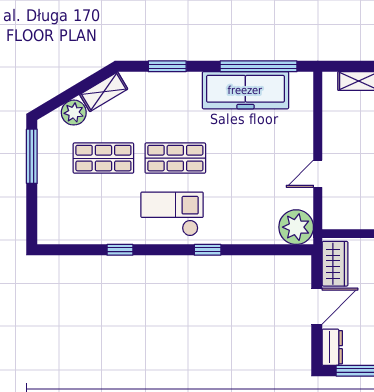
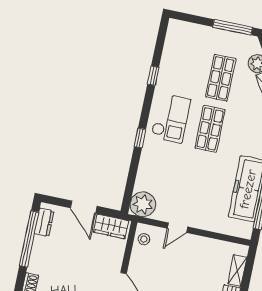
door: (318, 174) -> (178, 228), swing flipped
stool: (343, 216) -> (144, 239), added
dresser: (332, 347) -> (44, 222), moved, turned -90

